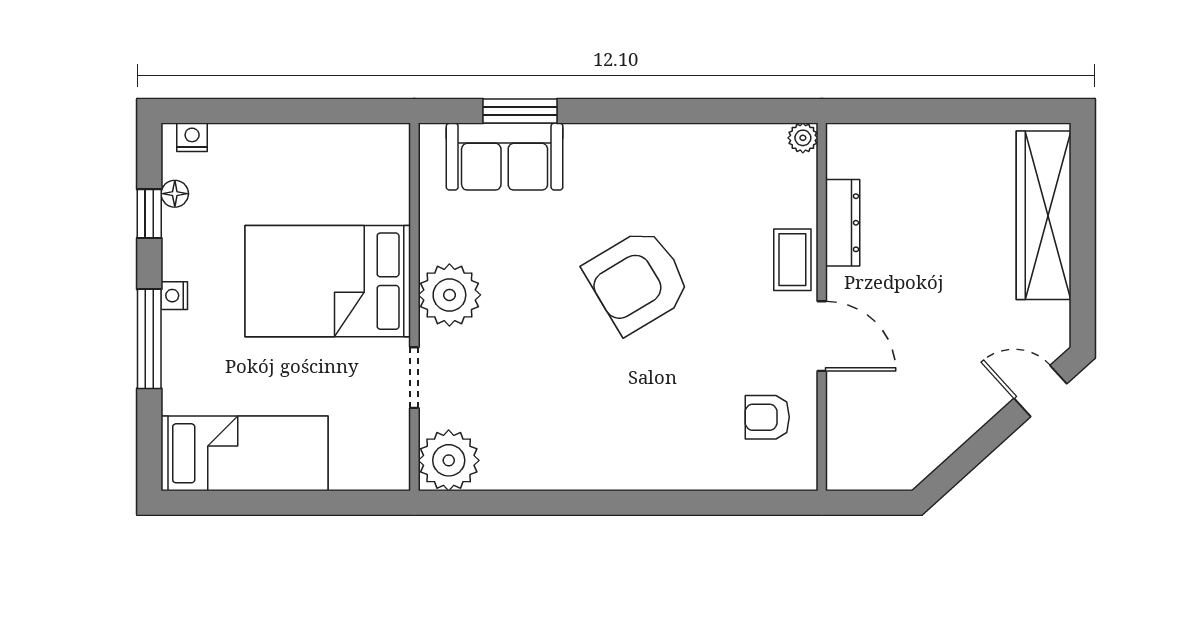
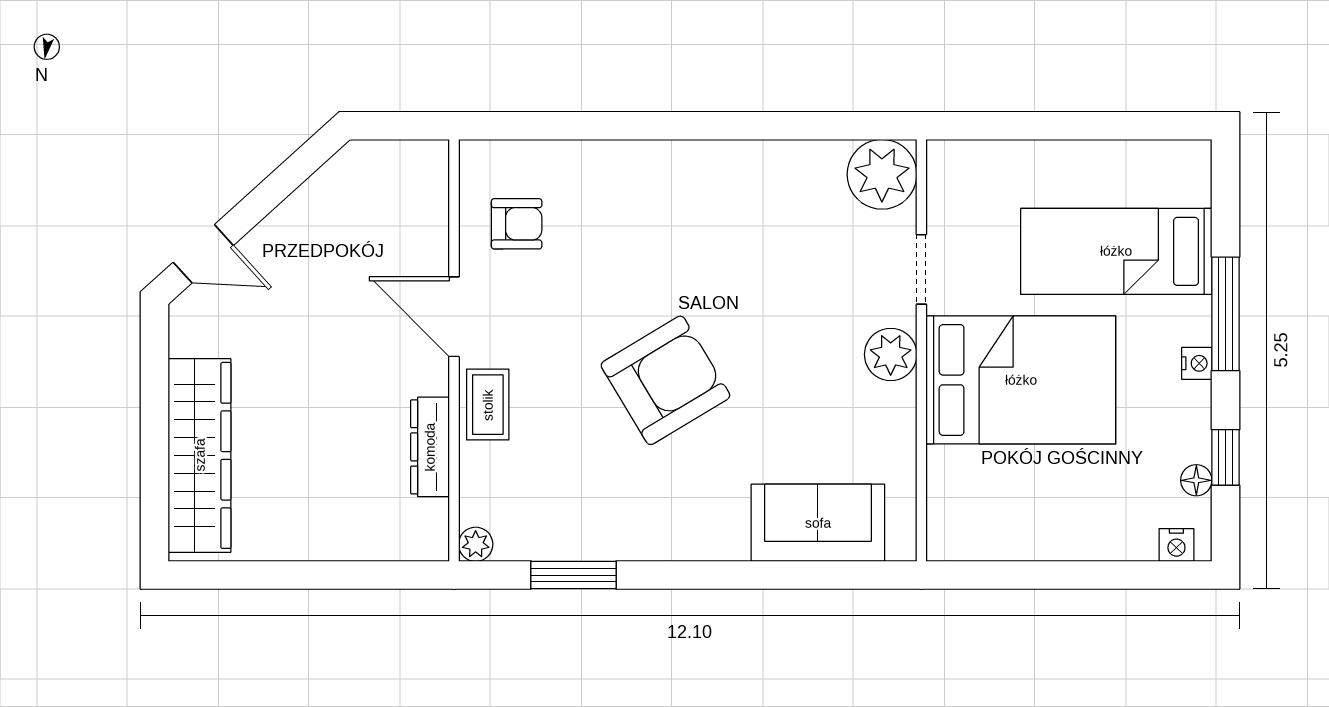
window: (520, 111) -> (574, 575), moved
plant: (449, 295) -> (891, 354), width x0.73, depth x0.73
bed: (245, 453) -> (1116, 251), moved

